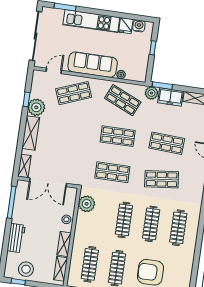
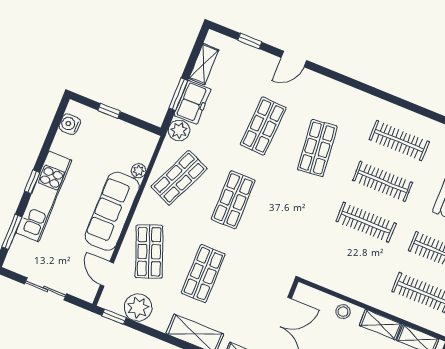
window: (98, 12) -> (32, 182), added
fridge: (126, 26) -> (64, 144), removed
sliding door: (36, 36) -> (46, 289), width x0.54
window: (162, 86) -> (178, 94), moved
window: (26, 99) -> (114, 317), moved
plant: (36, 107) -> (138, 308), moved
shop shelf: (112, 172) -> (203, 274), moved
plant: (87, 204) -> (327, 274), removed

